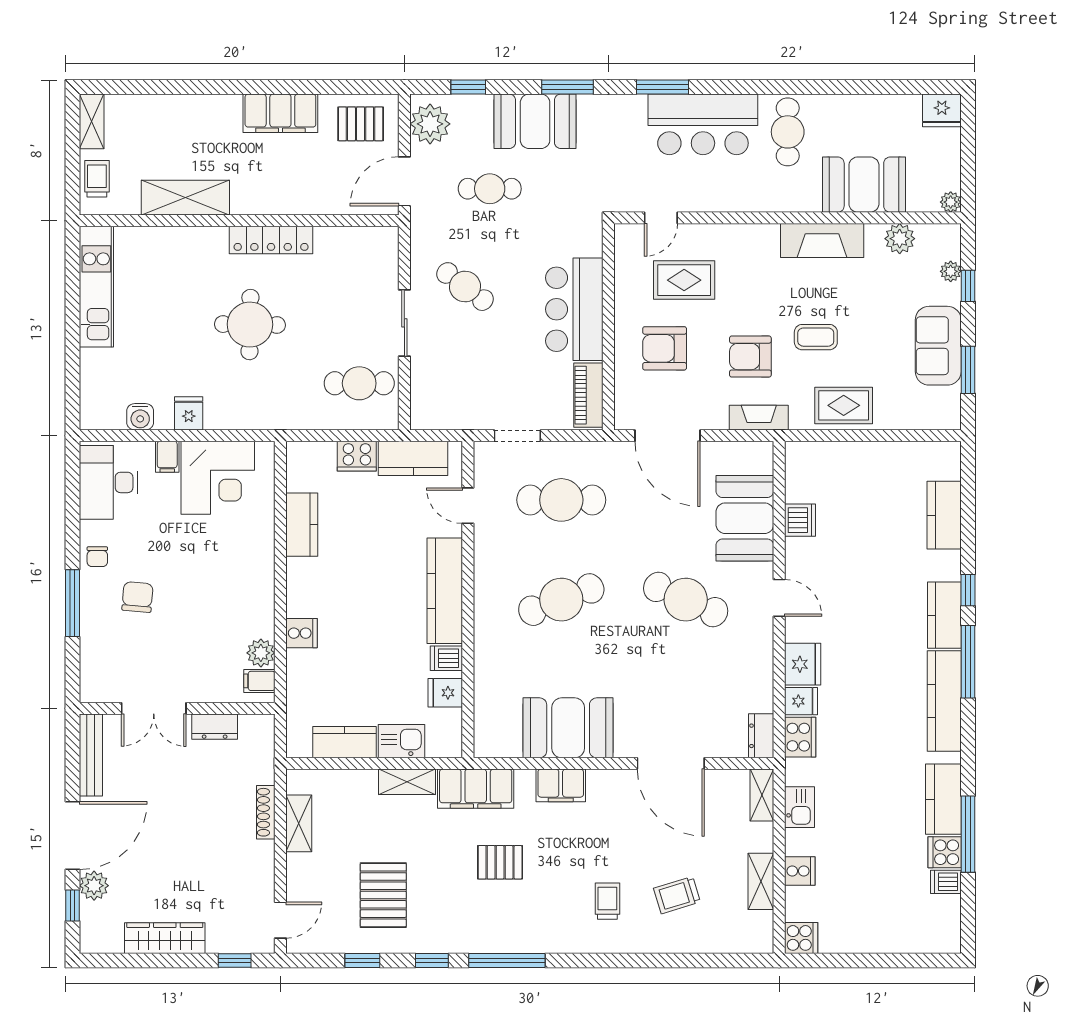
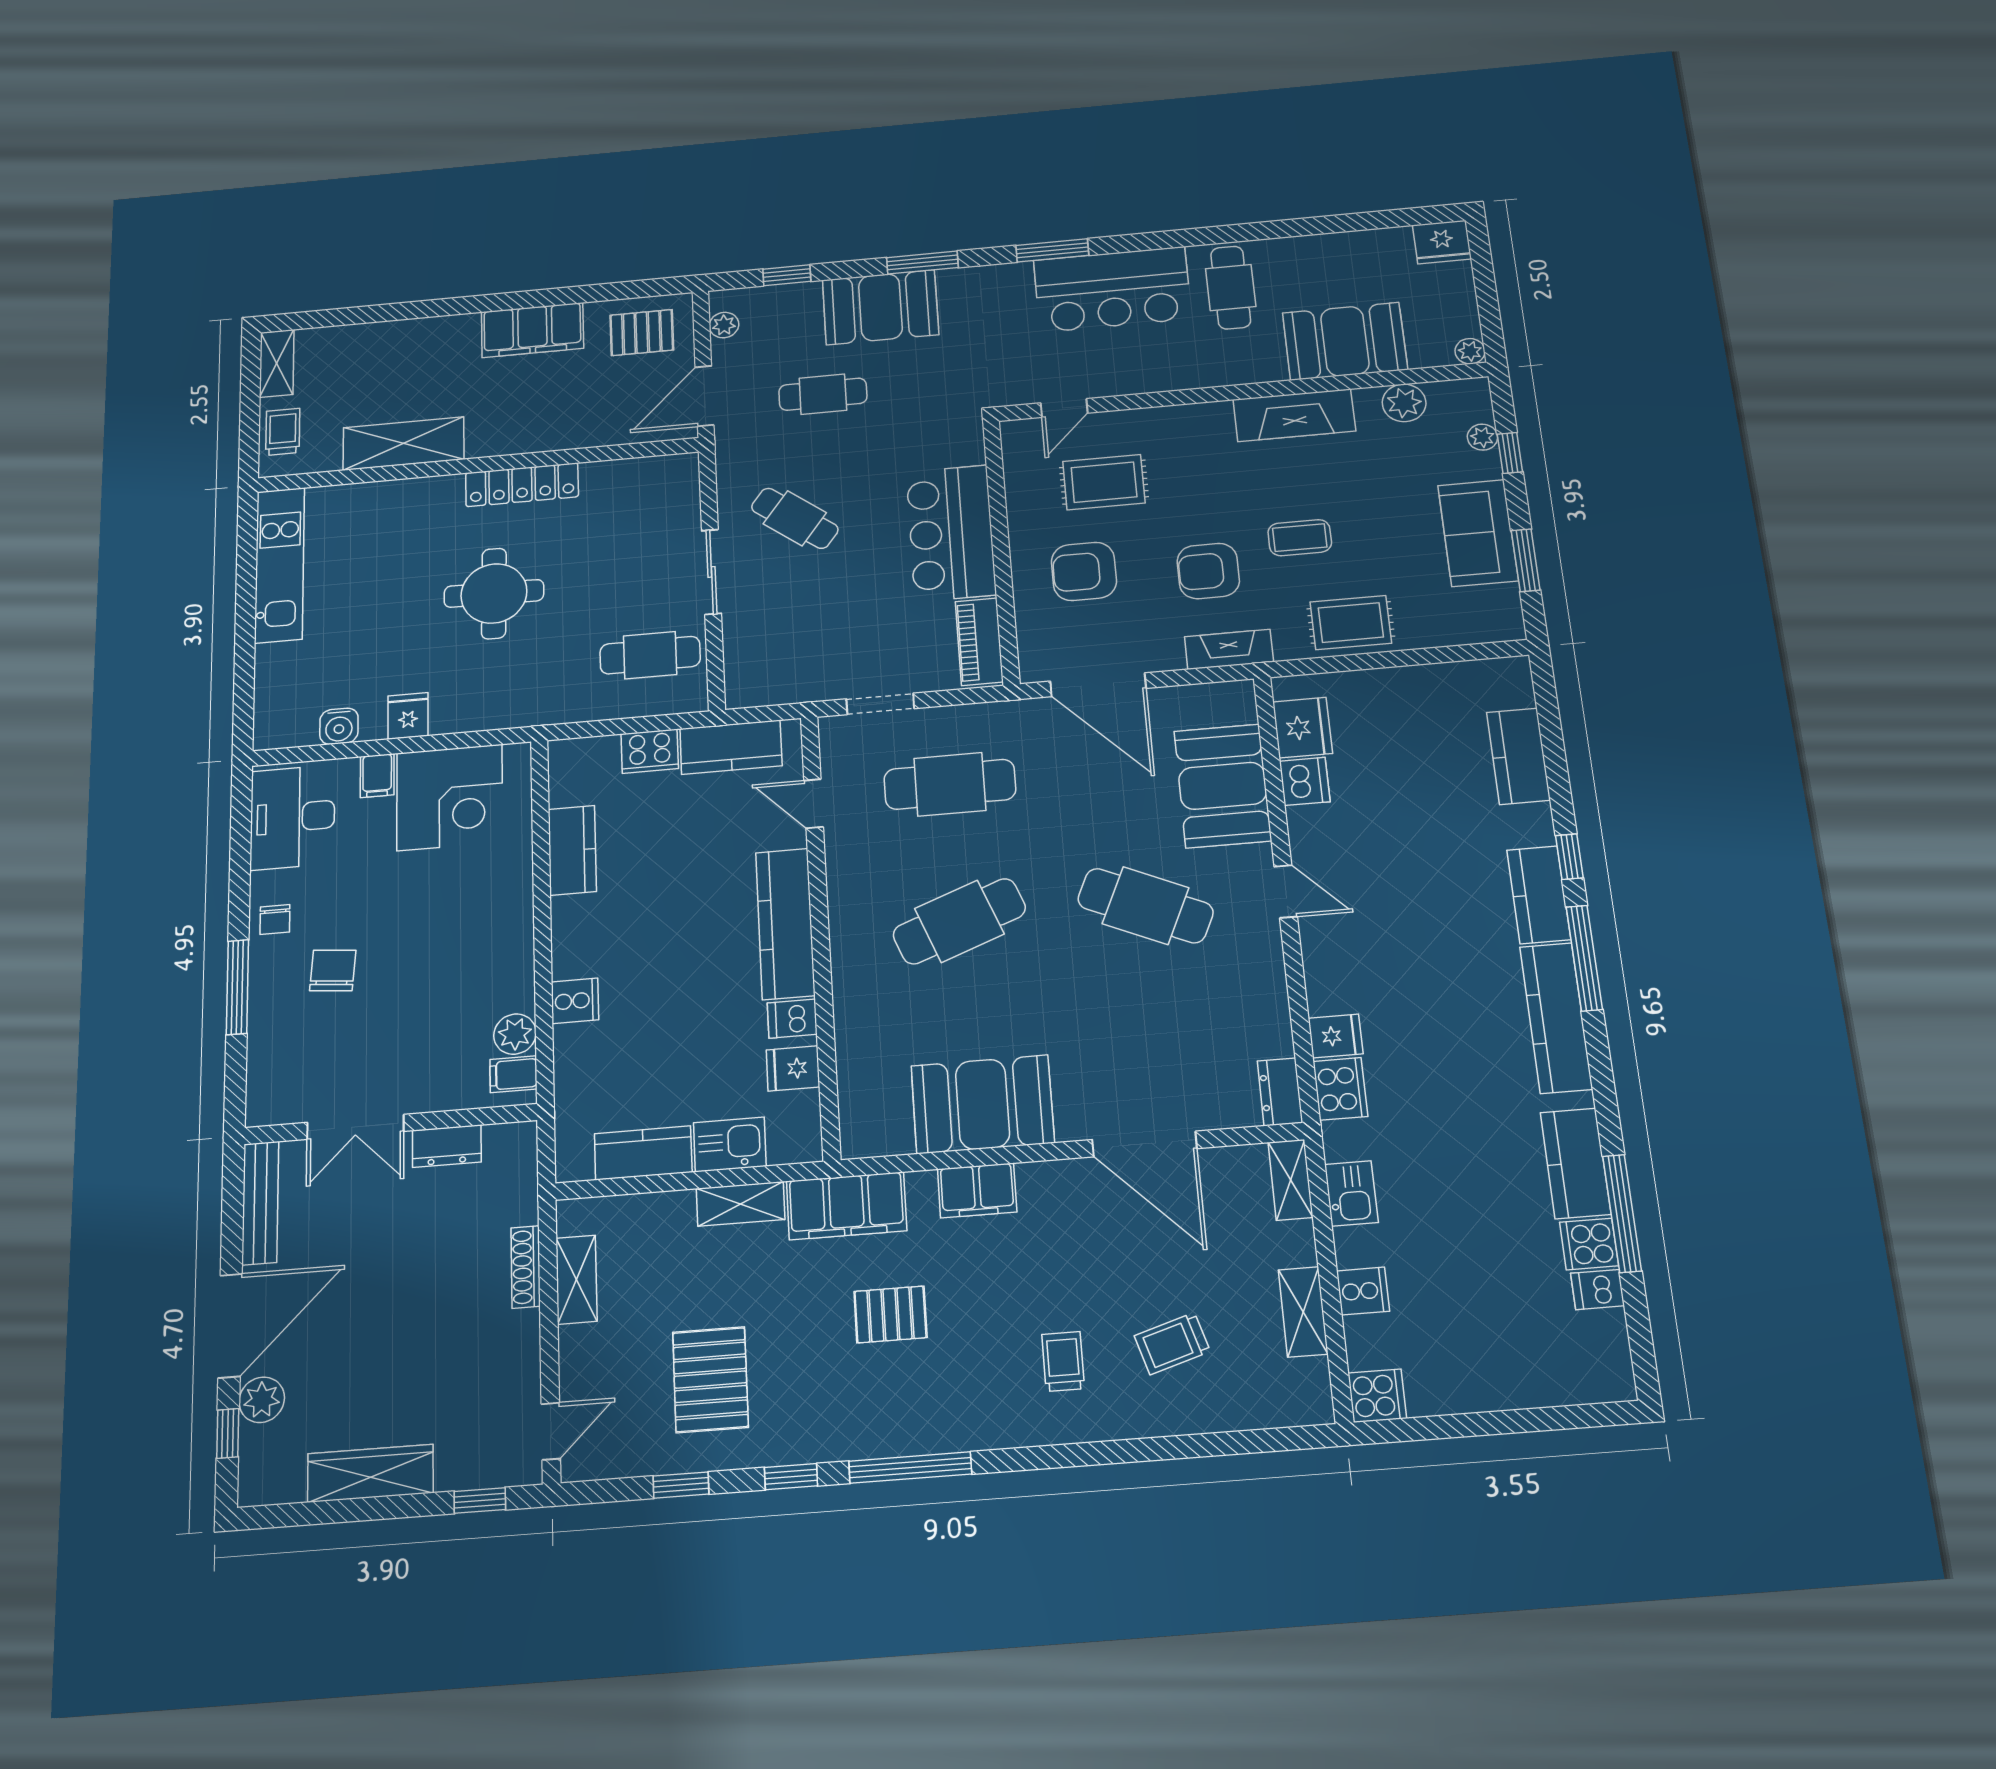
plant: (430, 124) -> (724, 325), width x0.53, depth x0.53
fridge: (803, 664) -> (1303, 728), moved

